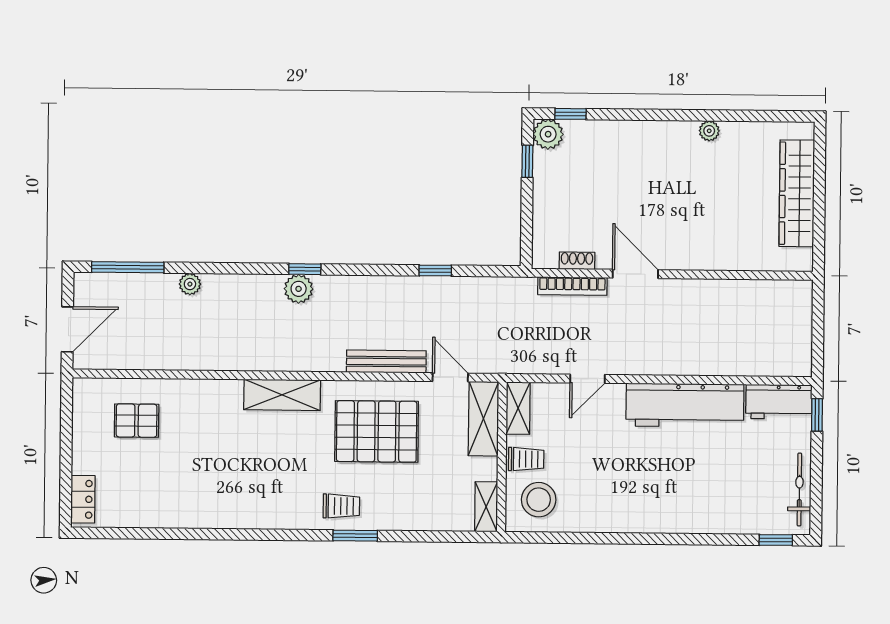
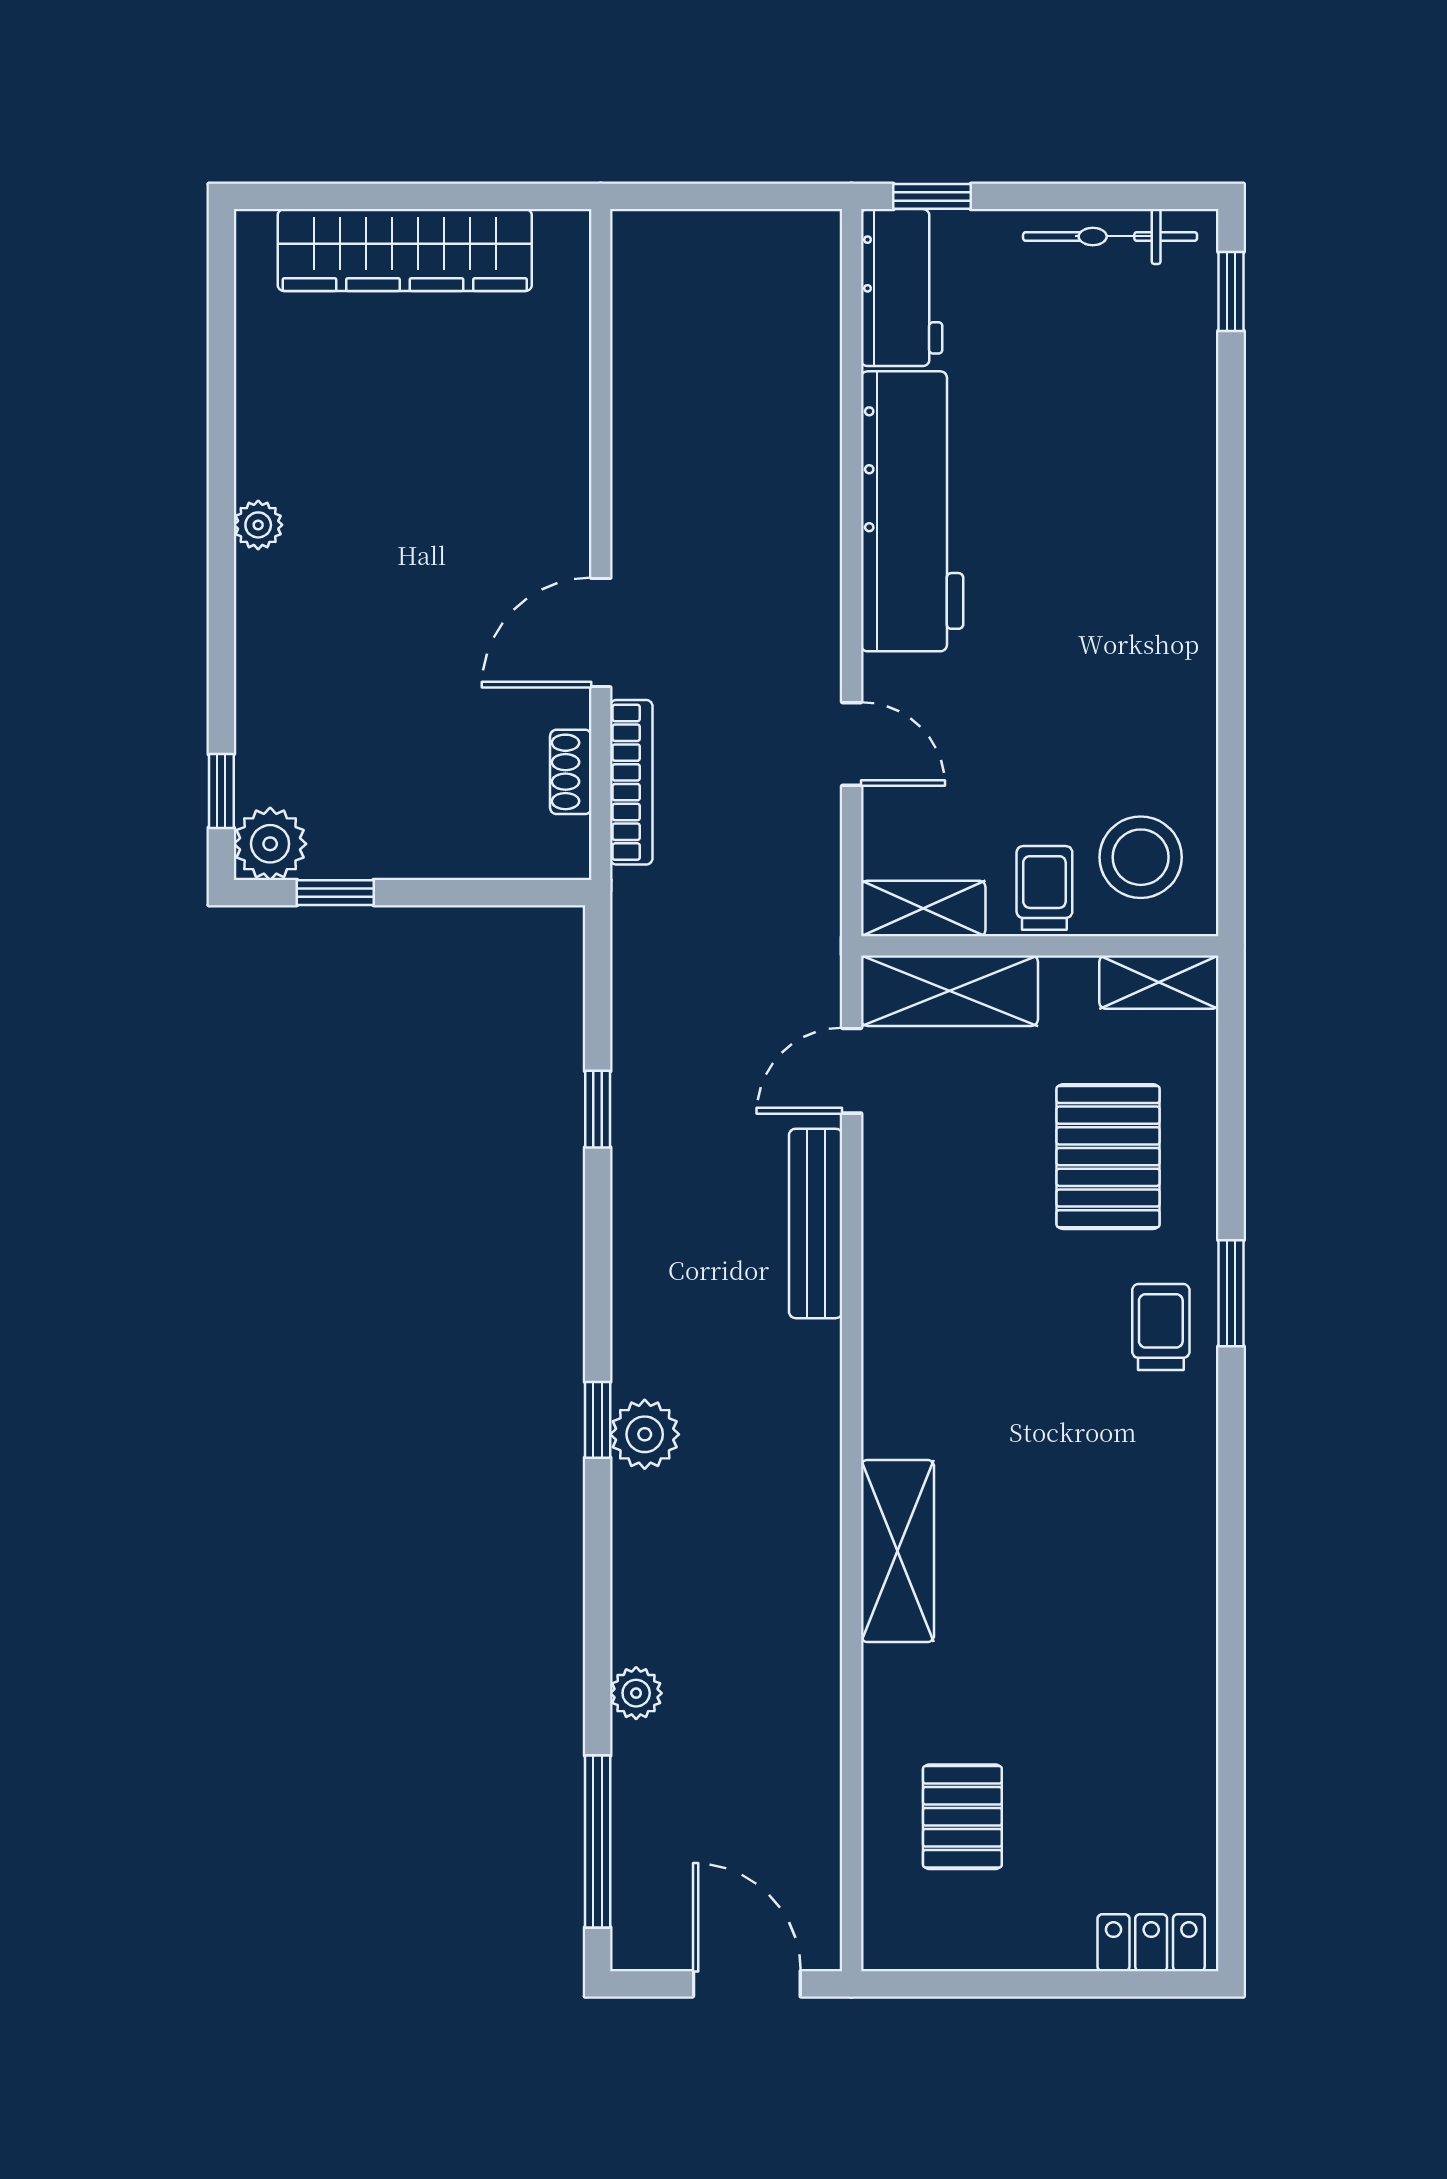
plant: (709, 131) -> (258, 525), moved
shelving: (282, 395) -> (897, 1551), moved
pallet: (377, 431) -> (1108, 1157), moved, width x0.73, depth x0.71

